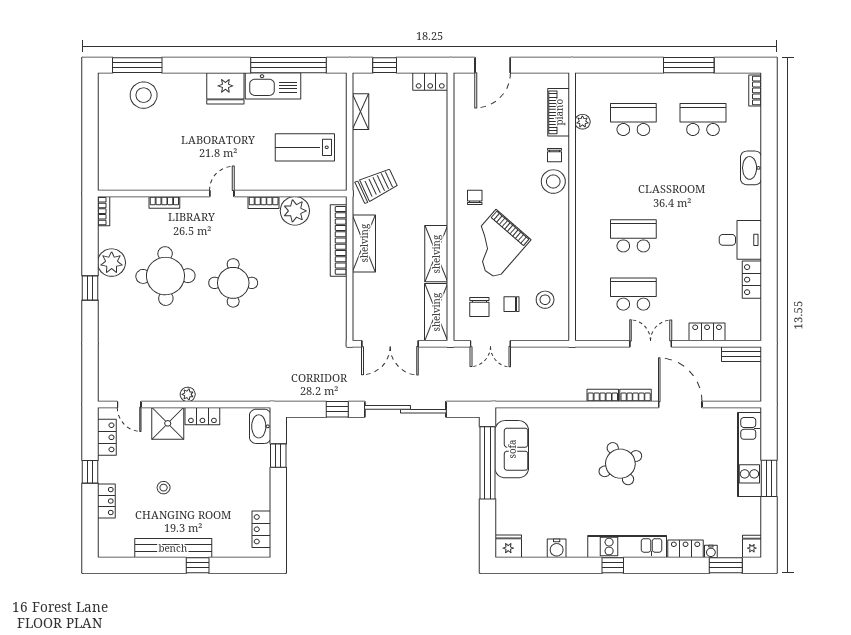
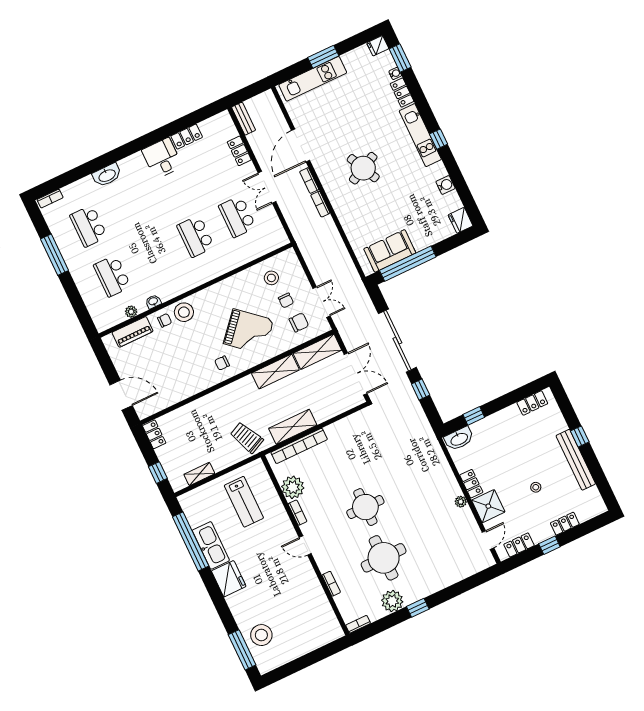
washbasin: (582, 152) -> (153, 302), added

